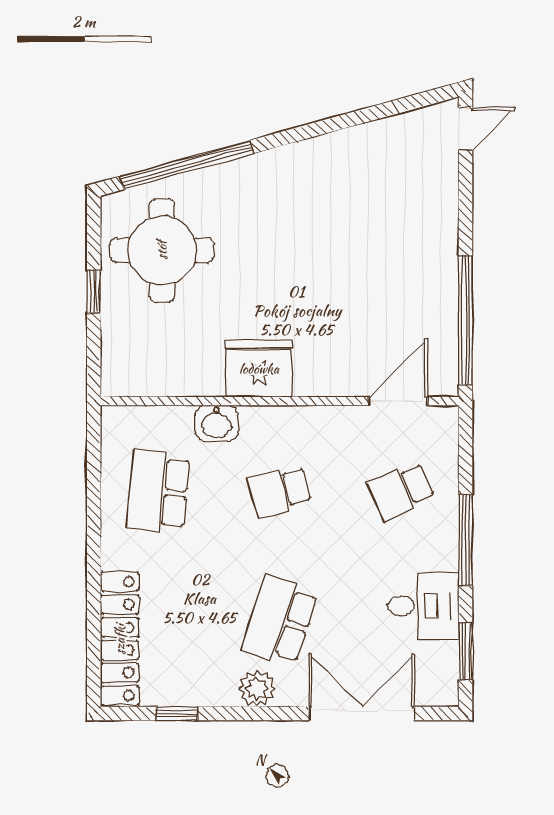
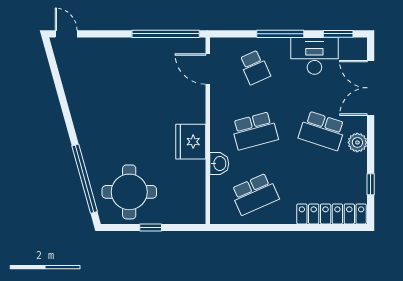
school desk: (158, 491) -> (255, 194), turned -30
school desk: (280, 491) -> (255, 131), width x1.85
desk: (423, 606) -> (314, 56), width x1.37

